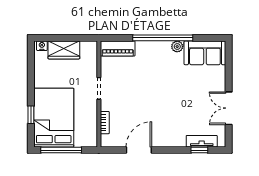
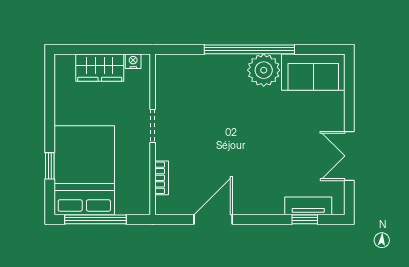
nightstand: (42, 46) -> (133, 61), moved
plant: (177, 47) -> (264, 70), width x1.88, depth x1.88
piano: (118, 48) -> (181, 66), removed

